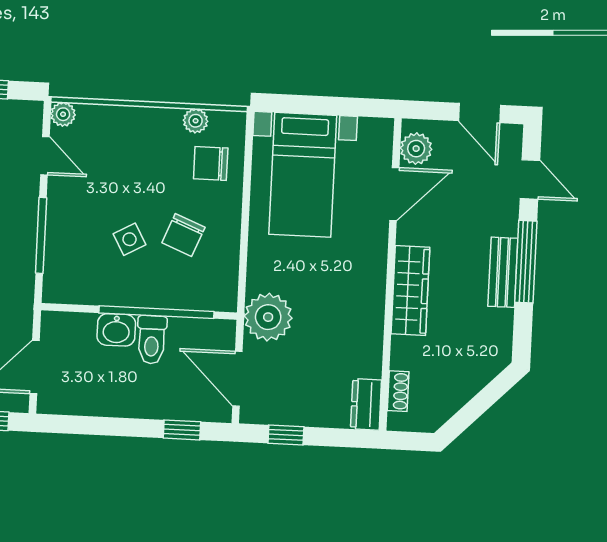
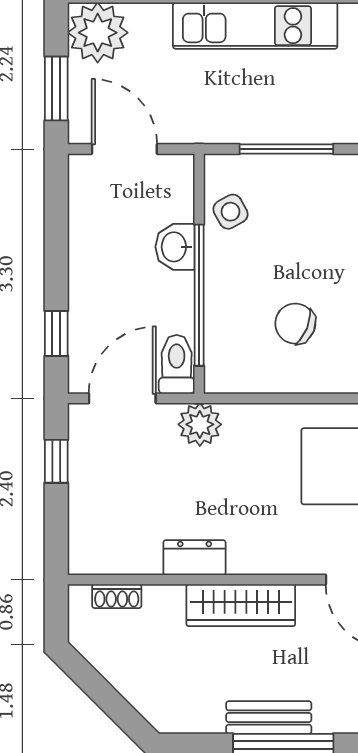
side table: (130, 239) -> (230, 212), moved
plant: (268, 317) -> (200, 424), width x0.73, depth x0.73
toilet: (152, 340) -> (177, 364), moved, turned 90
dresser: (366, 404) -> (195, 558), moved

